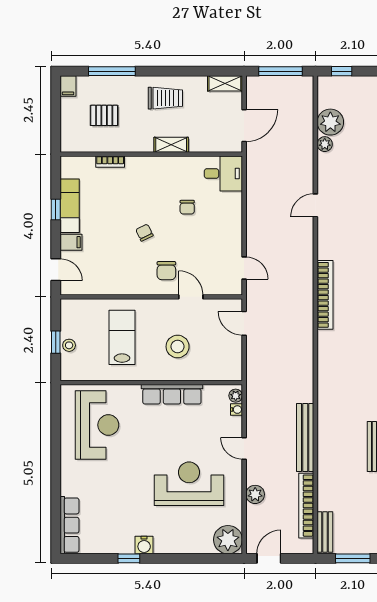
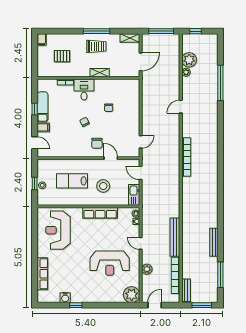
window: (112, 71) -> (96, 31), moved
desk: (223, 174) -> (84, 90), moved, turned -90
door: (244, 268) -> (141, 142), hinge flipped
lab bench: (122, 337) -> (72, 181), turned -90
kitchen sink: (232, 362) -> (134, 195), added
reception desk: (97, 425) -> (58, 230), turned 180
reception desk: (189, 484) -> (110, 263), turned 180
row of seats: (70, 525) -> (42, 274), moved
water cooler: (144, 545) -> (65, 298), moved

